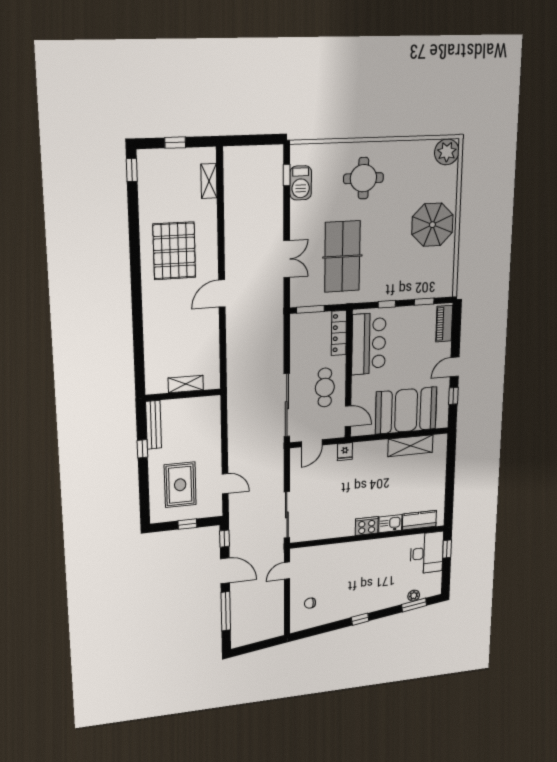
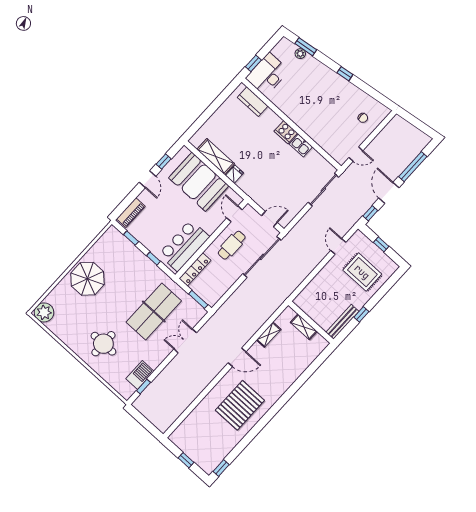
shelving: (209, 181) -> (269, 335), moved
door: (455, 367) -> (148, 179), hinge flipped
fridge: (345, 452) -> (235, 174), moved
rug: (180, 485) -> (362, 272), turned 90
kitchen sink: (390, 524) -> (301, 145), moved

